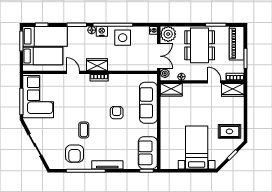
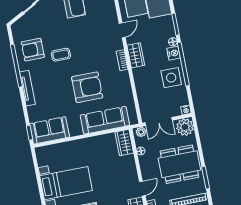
armchair: (117, 113) -> (87, 87), width x1.88, depth x1.88

